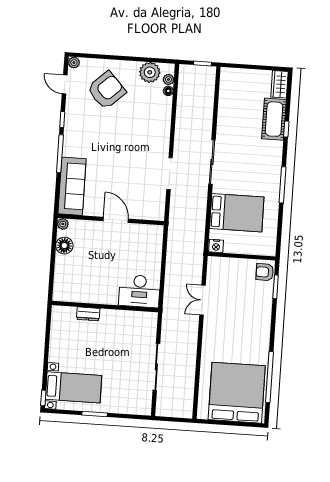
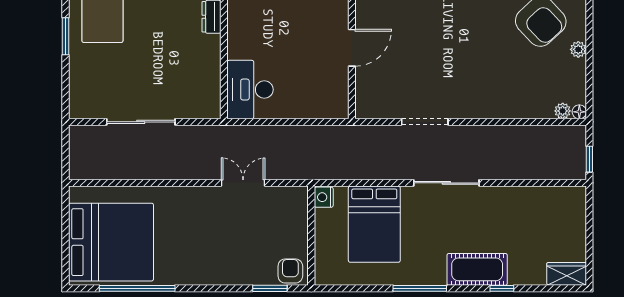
plant: (150, 72) -> (578, 49), moved, width x0.53, depth x0.53
floor lamp: (168, 91) -> (579, 112), moved
cot: (274, 119) -> (477, 269), moved

